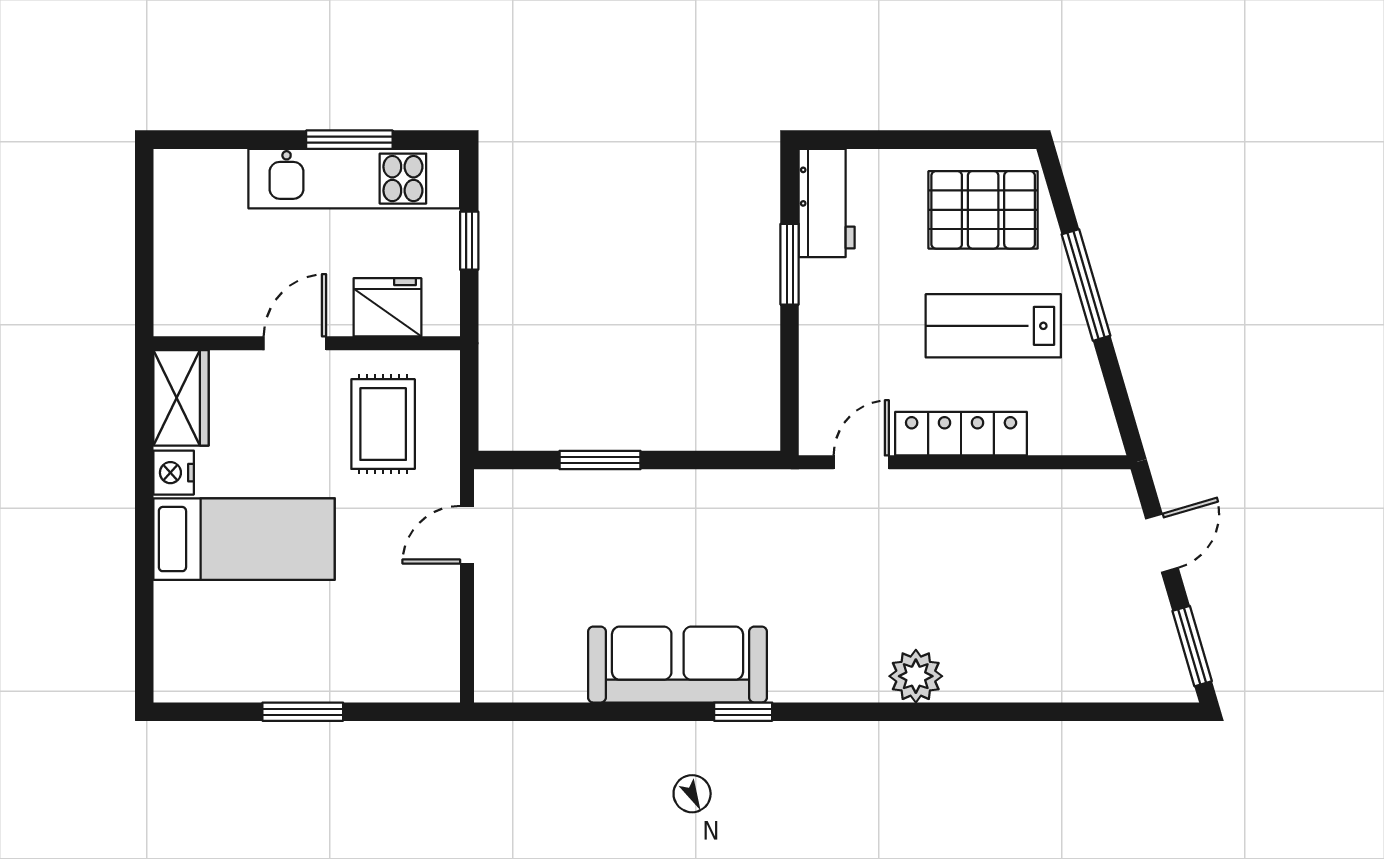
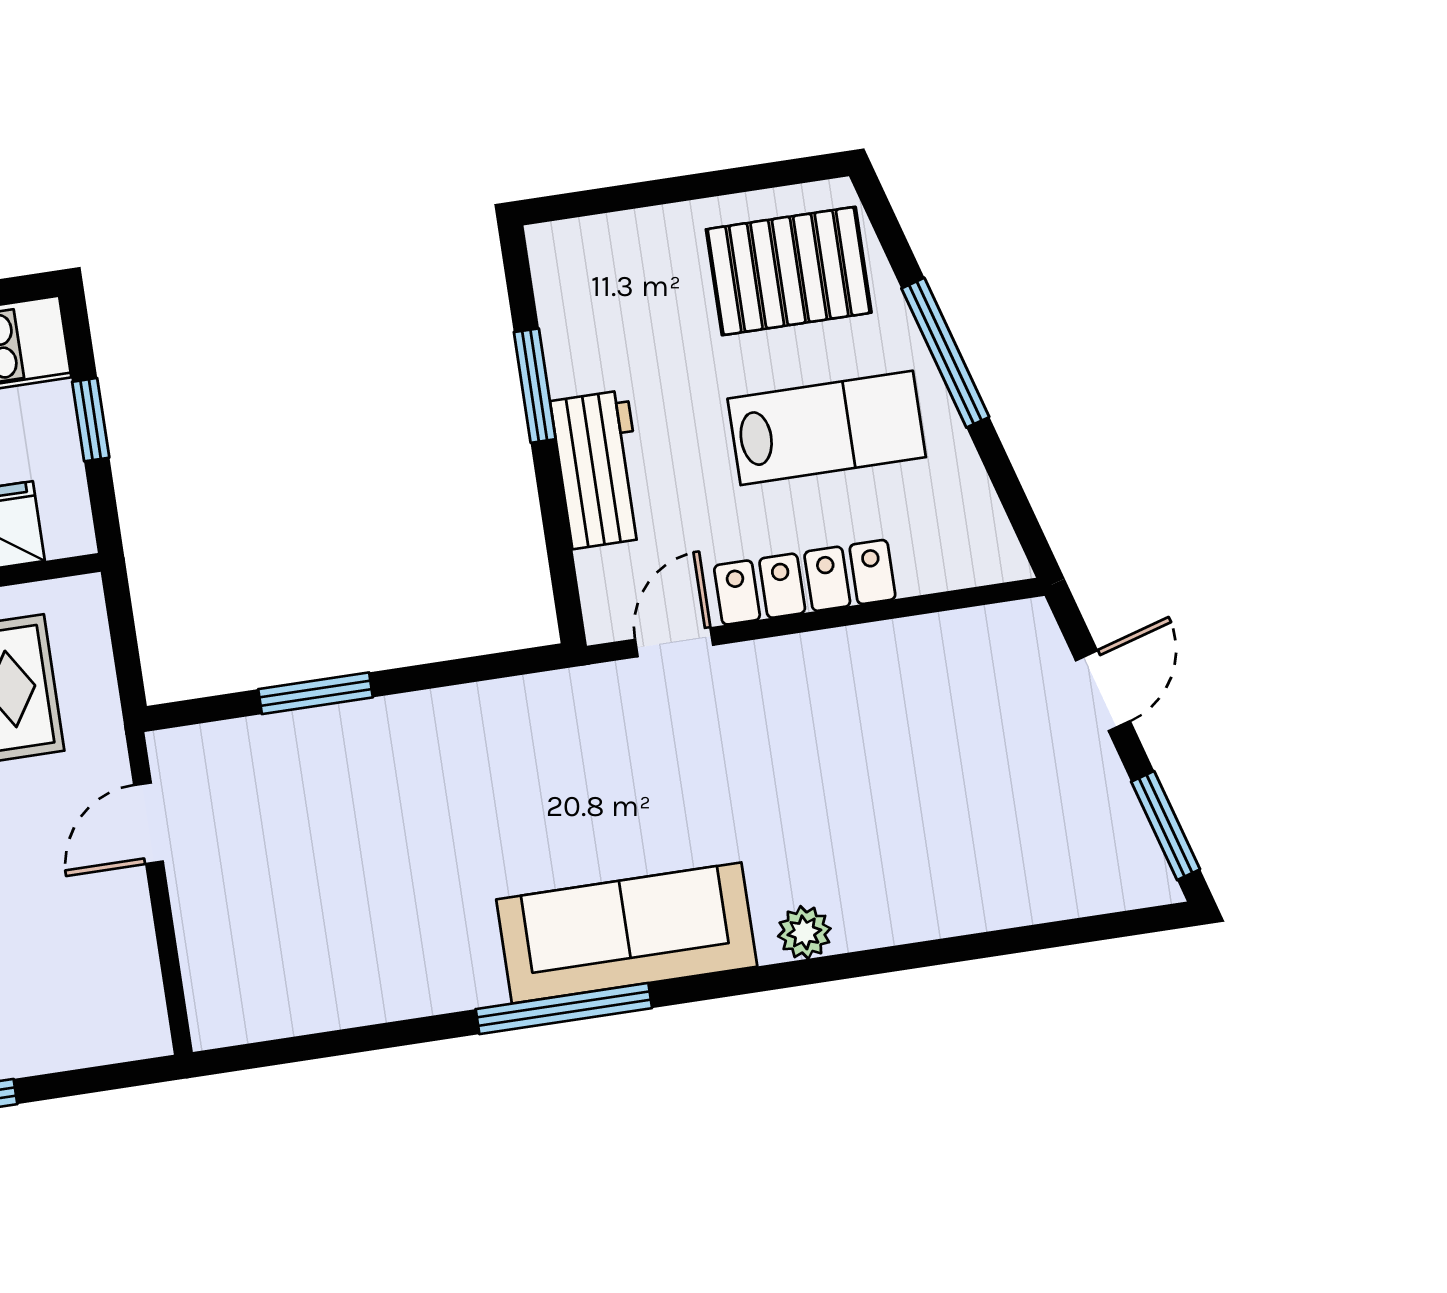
workbench: (827, 203) -> (599, 469), moved
lab bench: (993, 326) -> (827, 428), turned 180
sofa: (677, 665) -> (627, 933), moved
plant: (916, 676) -> (804, 932), width x0.73, depth x0.73
window: (743, 712) -> (564, 1009), width x2.17

